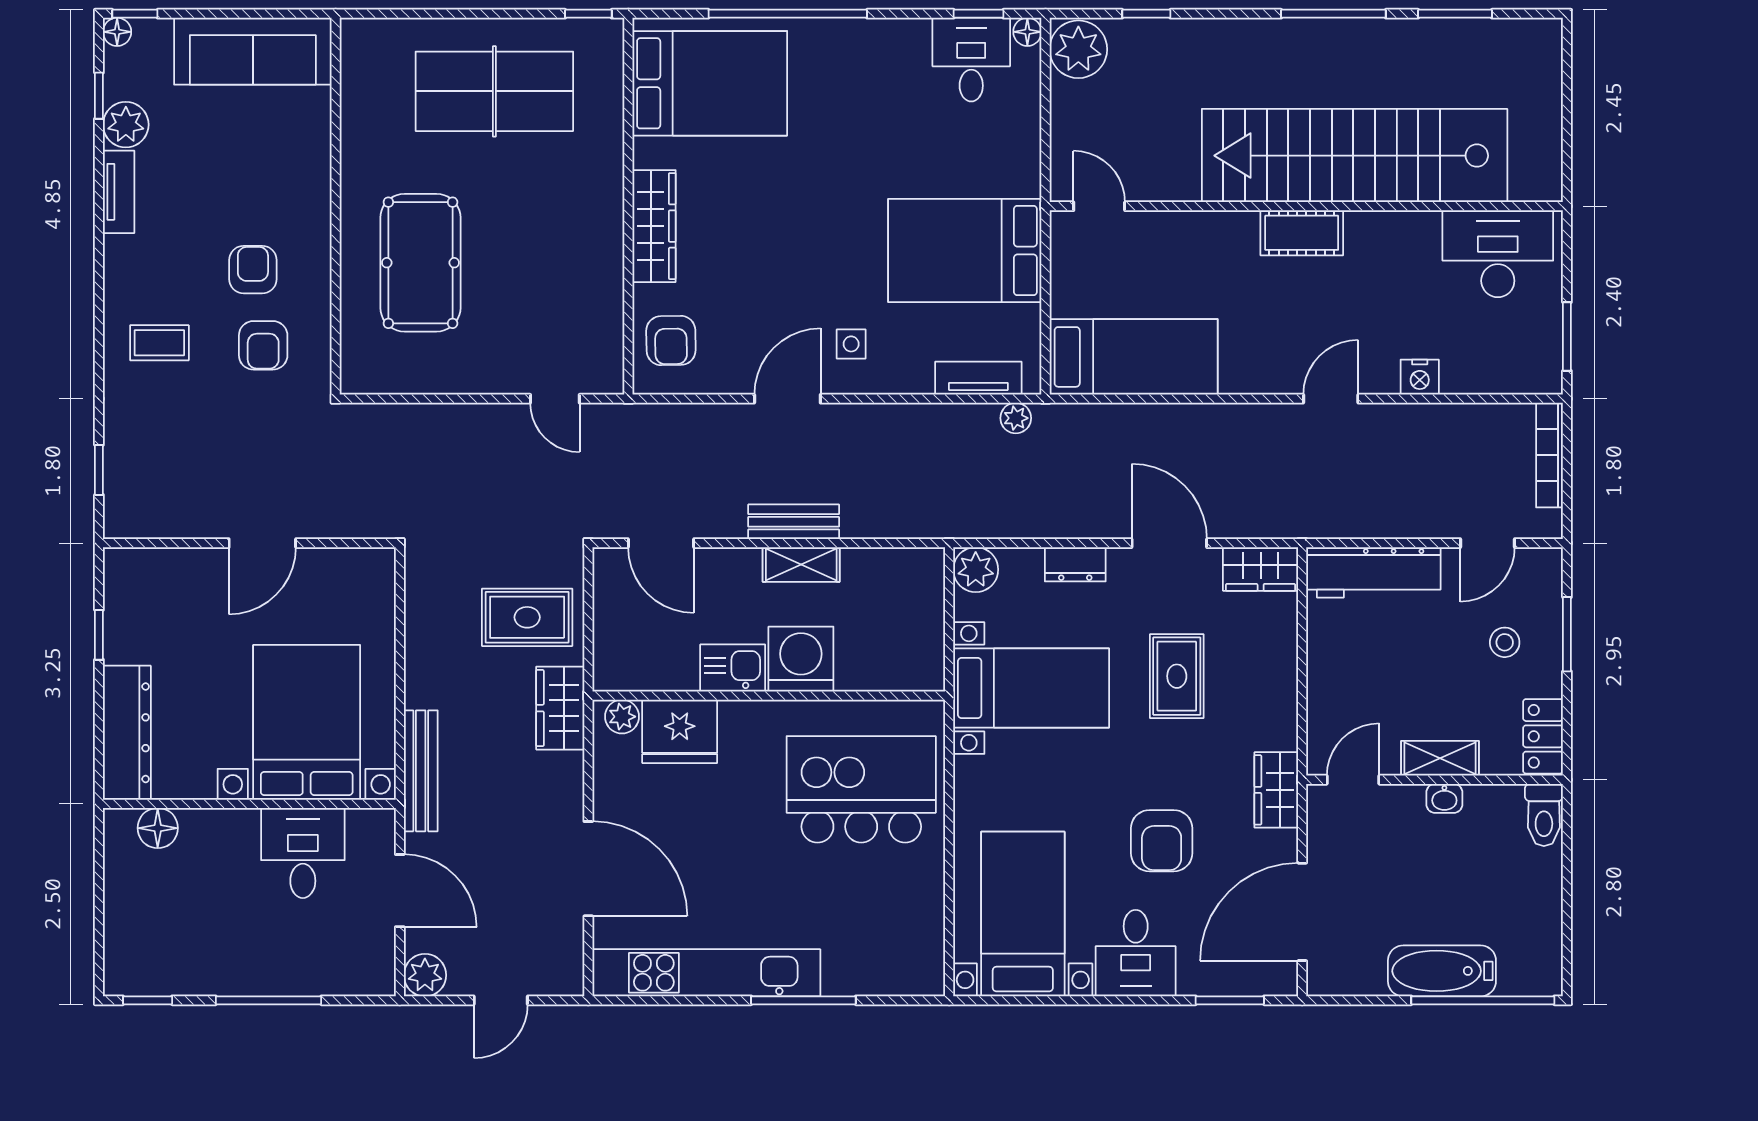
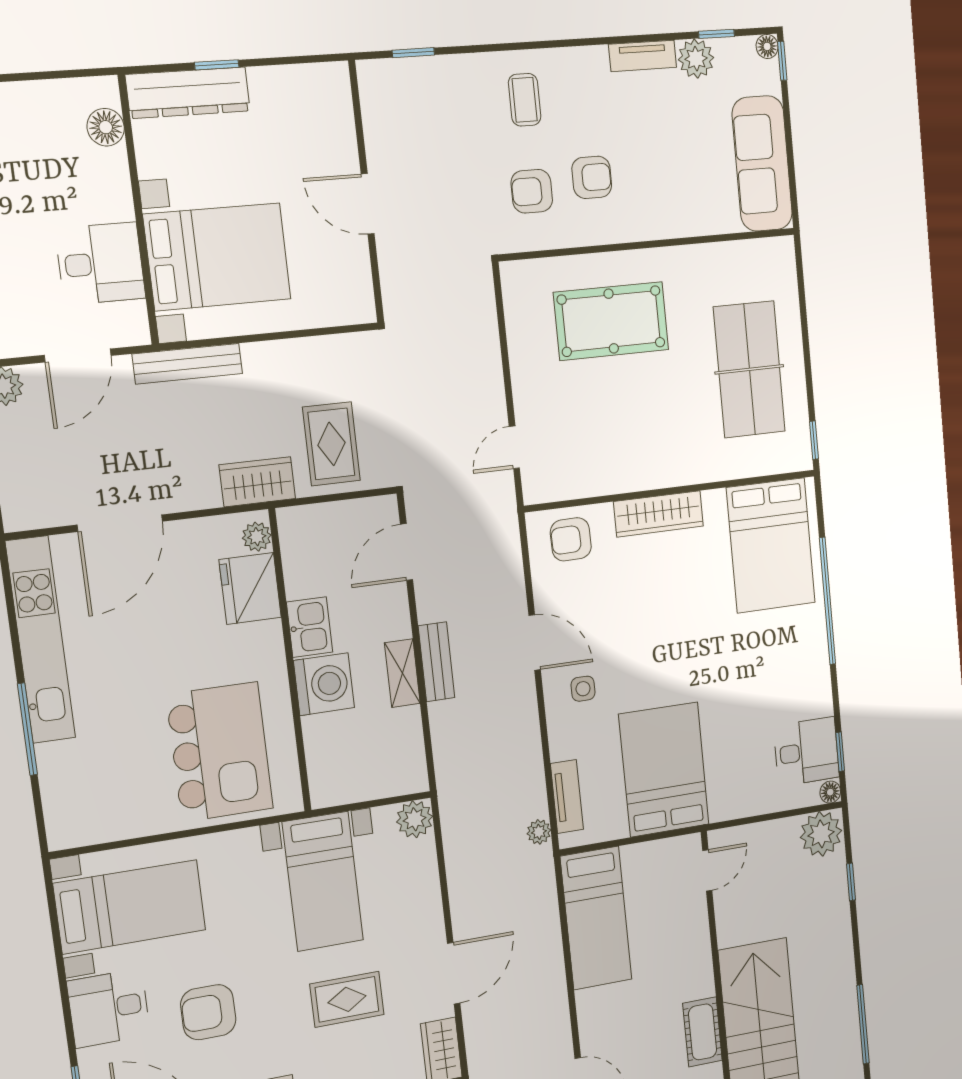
dresser: (1075, 564) -> (428, 900), removed
window: (99, 635) -> (217, 65), moved

